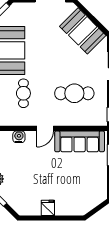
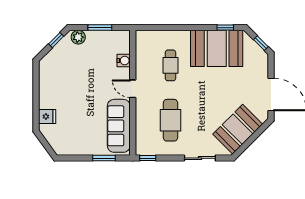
cafe table: (23, 93) -> (170, 65), turned 90
fridge: (48, 208) -> (47, 117), moved

